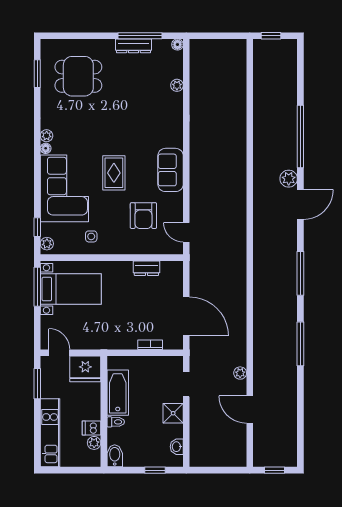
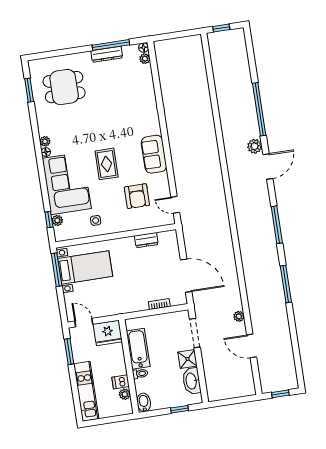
plant: (177, 85) -> (145, 59), moved
plant: (47, 244) -> (57, 220), moved
doorway: (186, 384) -> (195, 333), width x1.38
washbasin: (177, 447) -> (192, 381), width x1.91, depth x1.45

